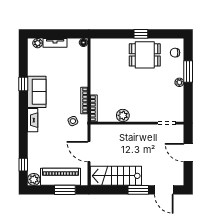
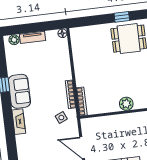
plant: (123, 115) -> (126, 104), moved

